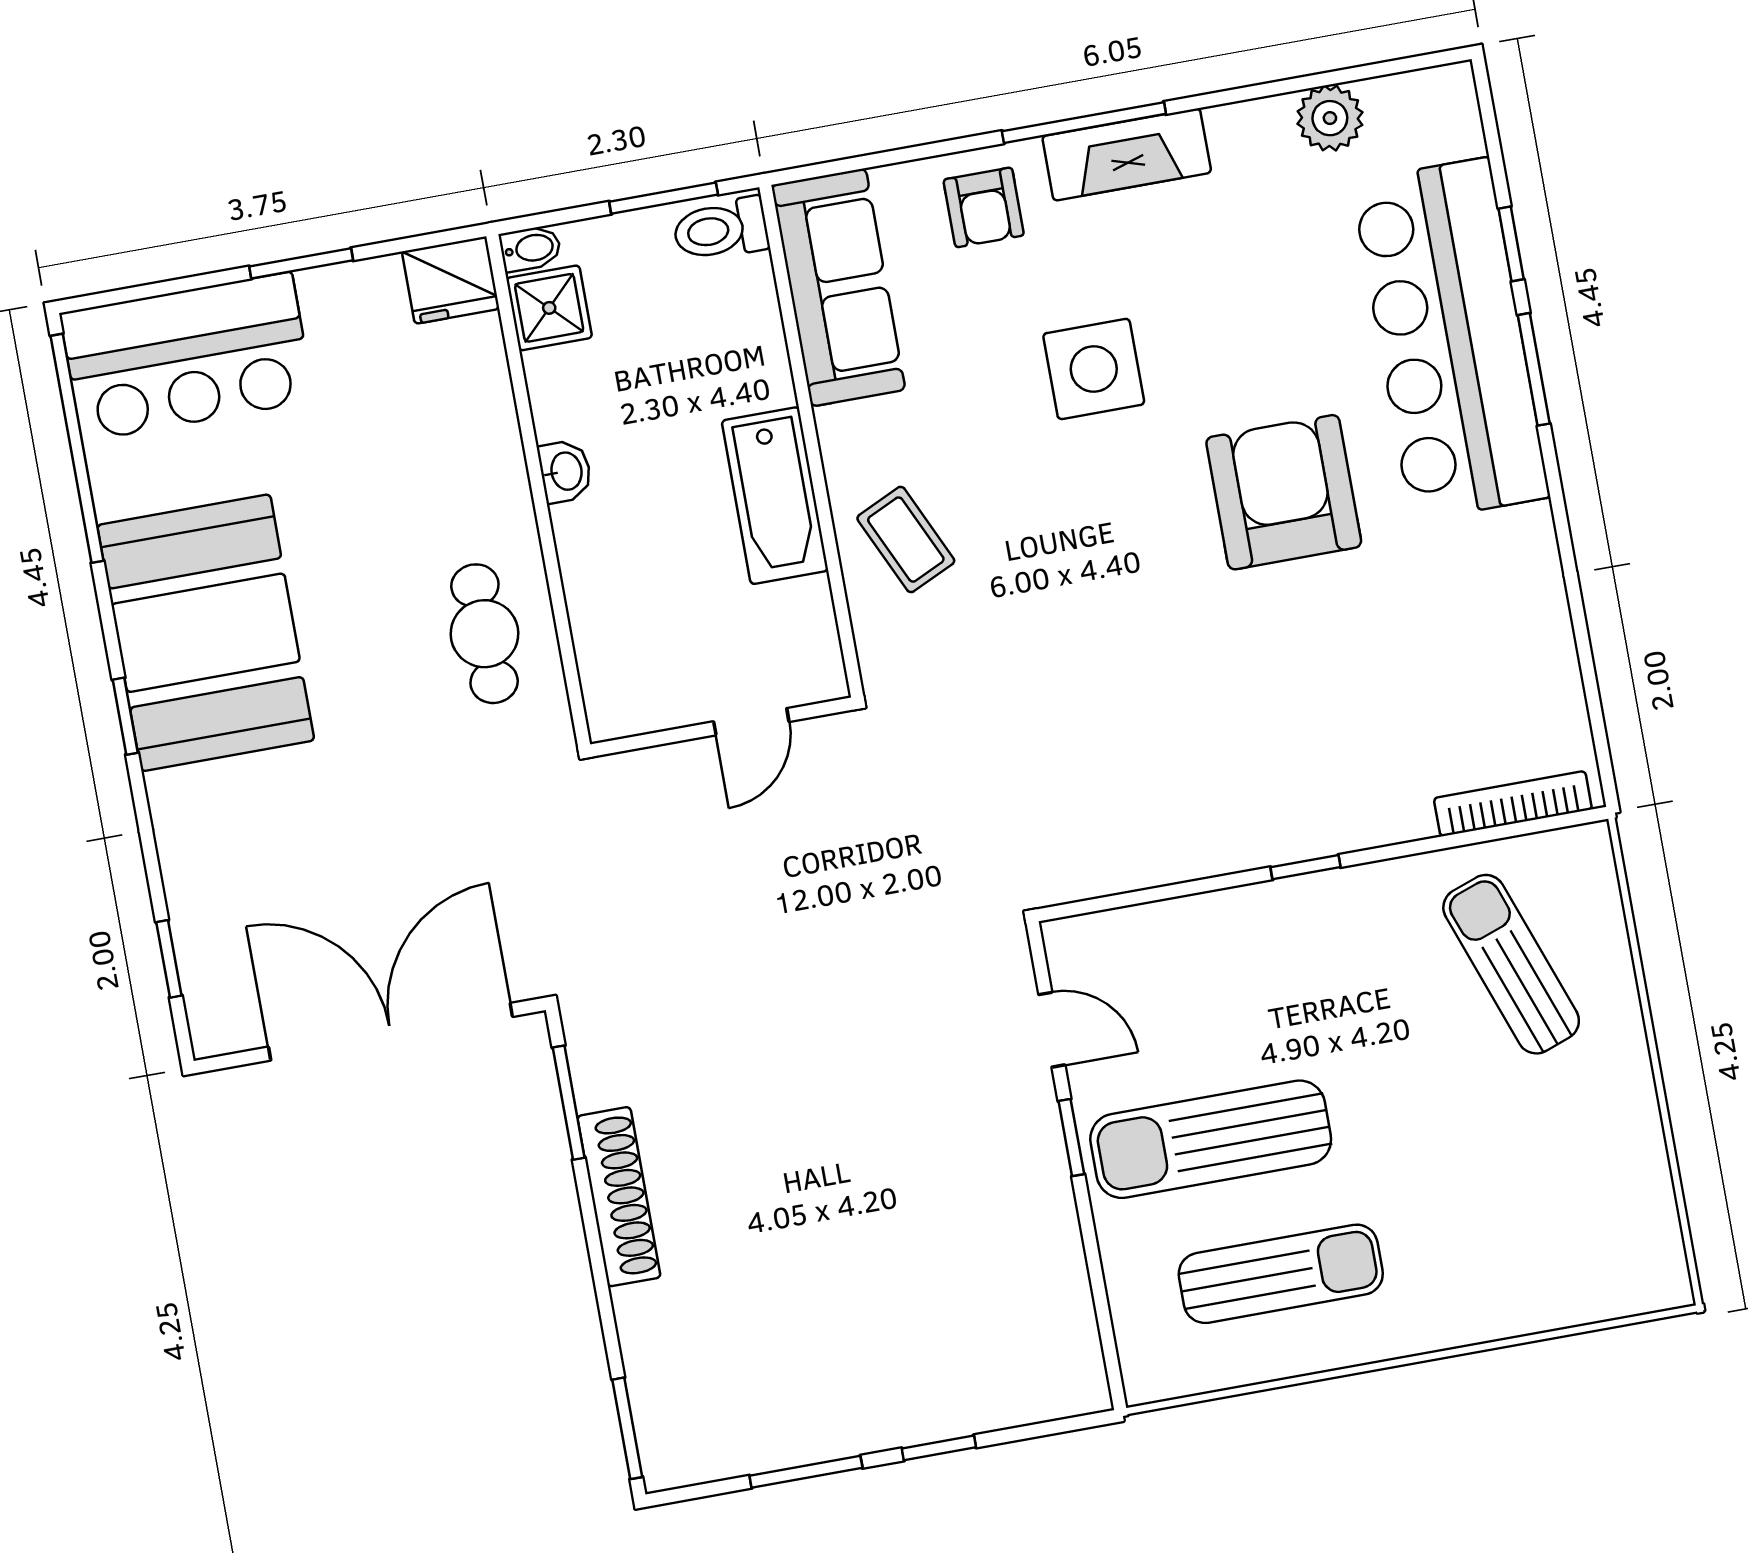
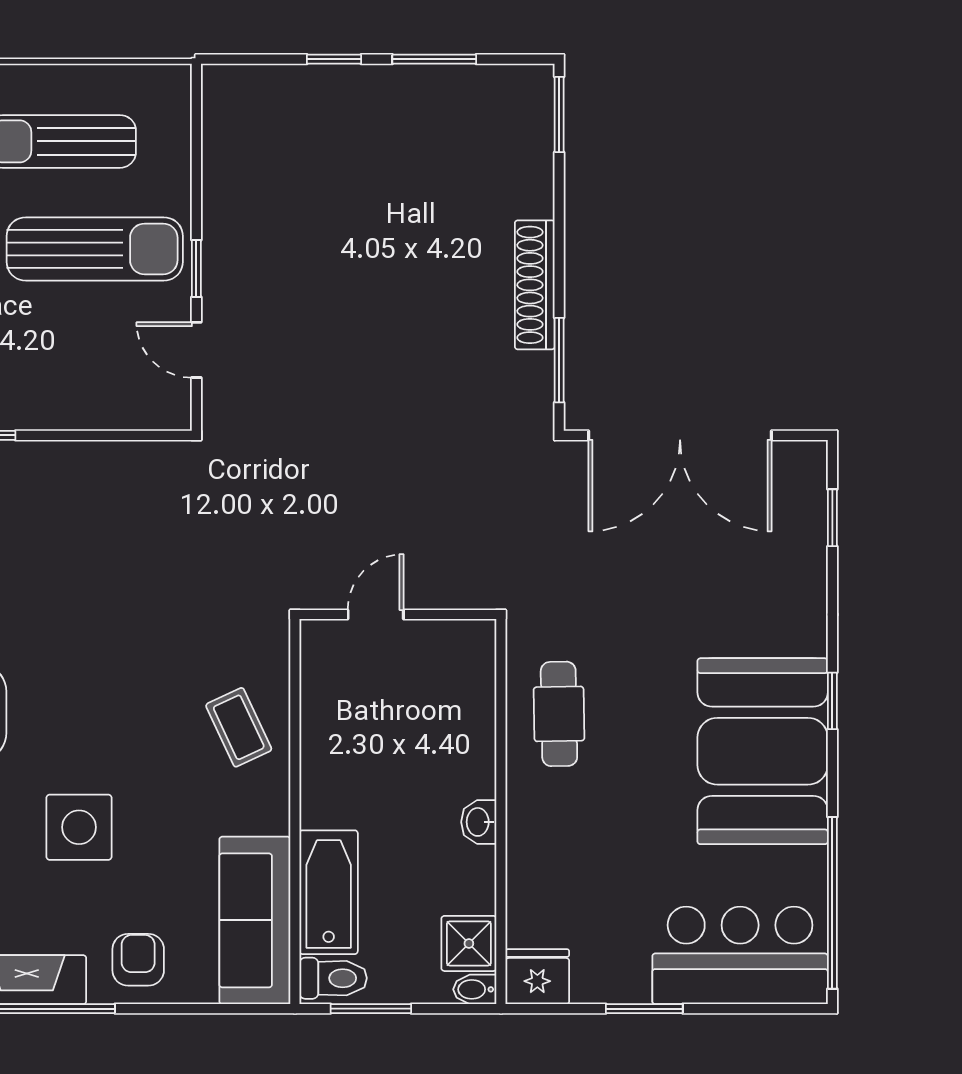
bathtub: (775, 496) -> (329, 892), moved

